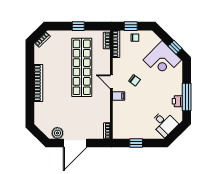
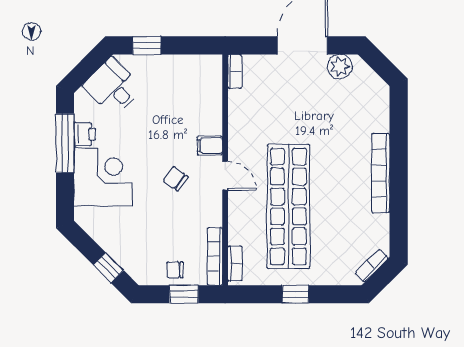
window: (175, 47) -> (108, 268), moved
corner desk: (162, 60) -> (103, 177), moved, turned 45
window: (136, 143) -> (147, 45), moved

